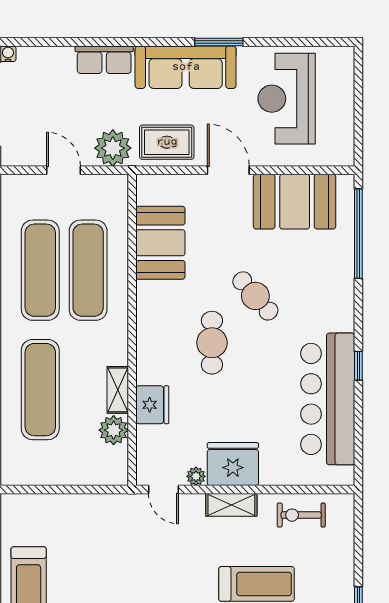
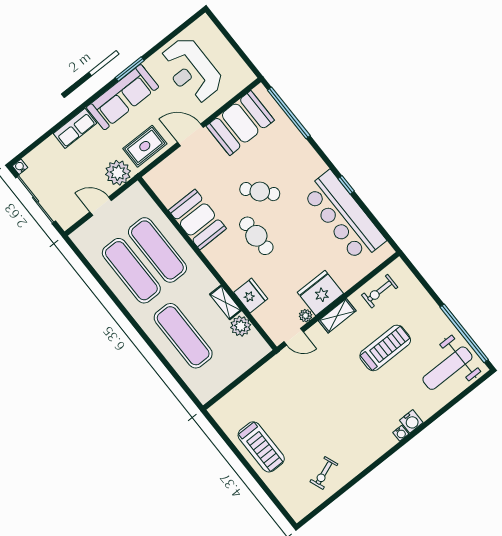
booth: (160, 243) -> (197, 219), moved

